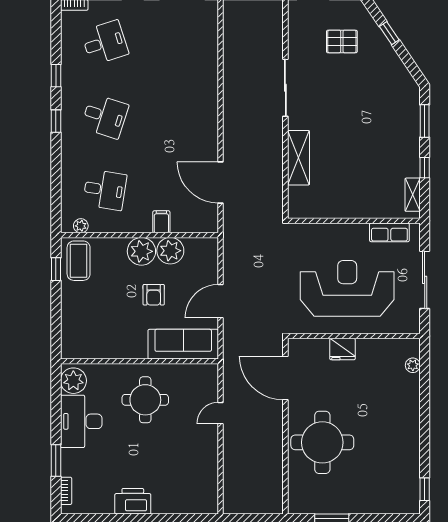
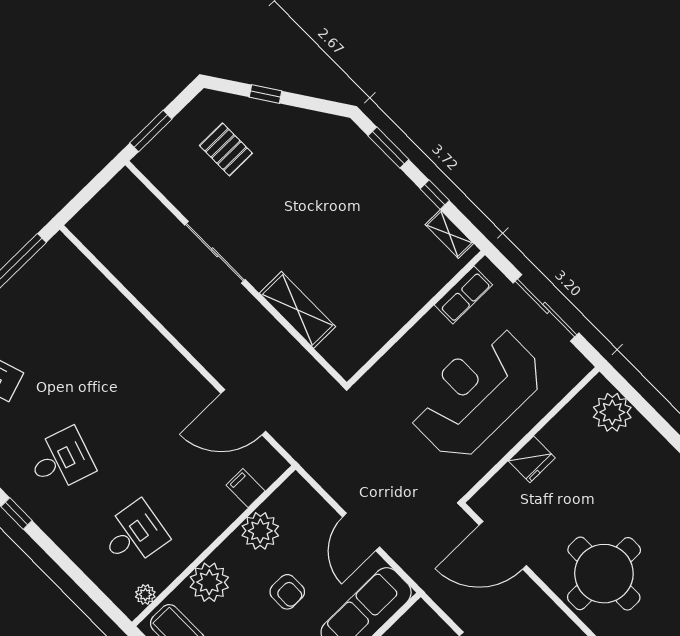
pallet: (342, 41) -> (226, 149), turned 90
filing cabinet: (161, 222) -> (246, 488), moved
plant: (141, 251) -> (209, 582), moved
plant: (413, 365) -> (612, 412), width x1.88, depth x1.88

